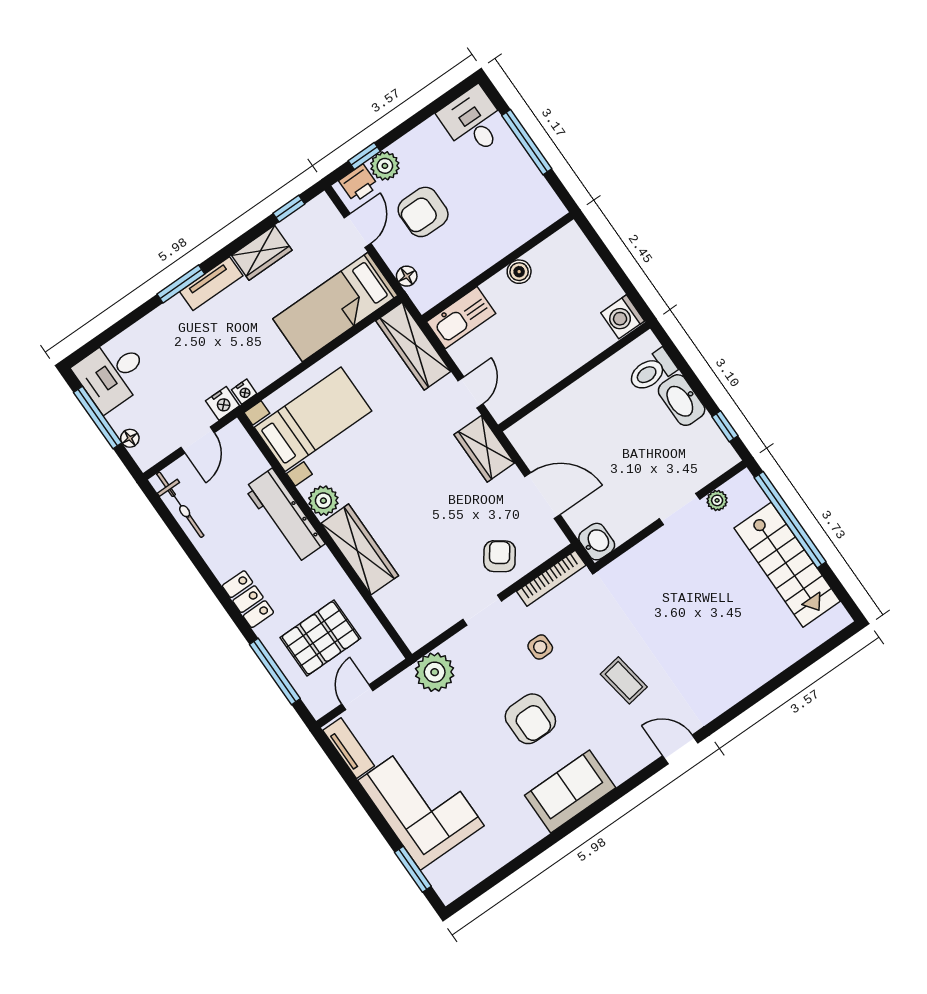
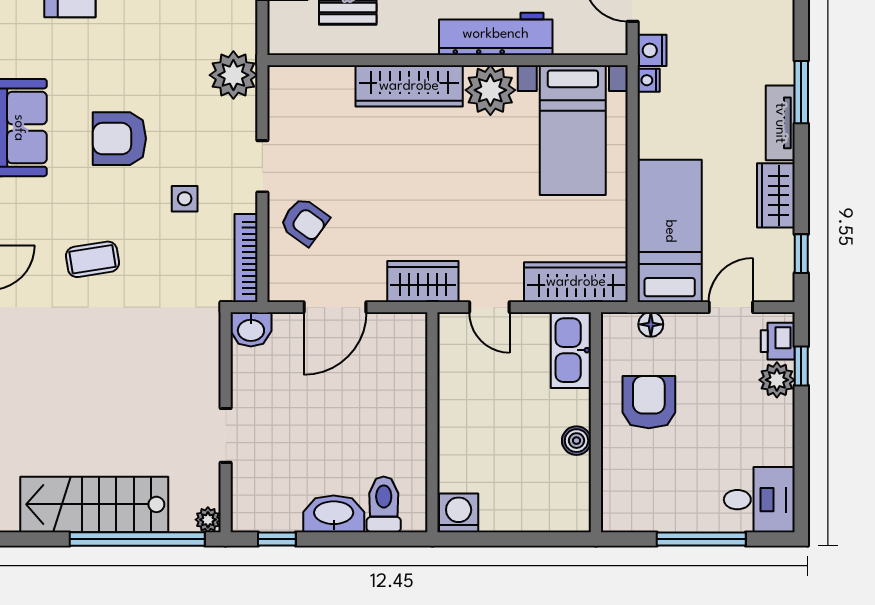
armchair: (423, 212) -> (649, 402), moved
door: (358, 231) -> (731, 307), swing flipped
plant: (717, 500) -> (208, 520), moved
plant: (323, 501) -> (490, 90), width x1.36, depth x1.36

